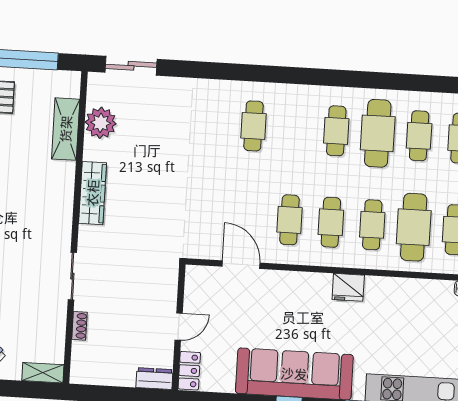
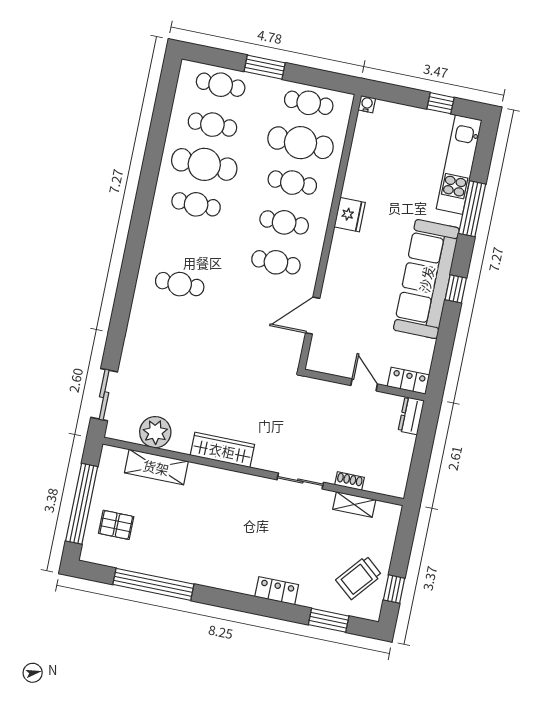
shelving: (43, 373) -> (354, 505), moved, turned 90

